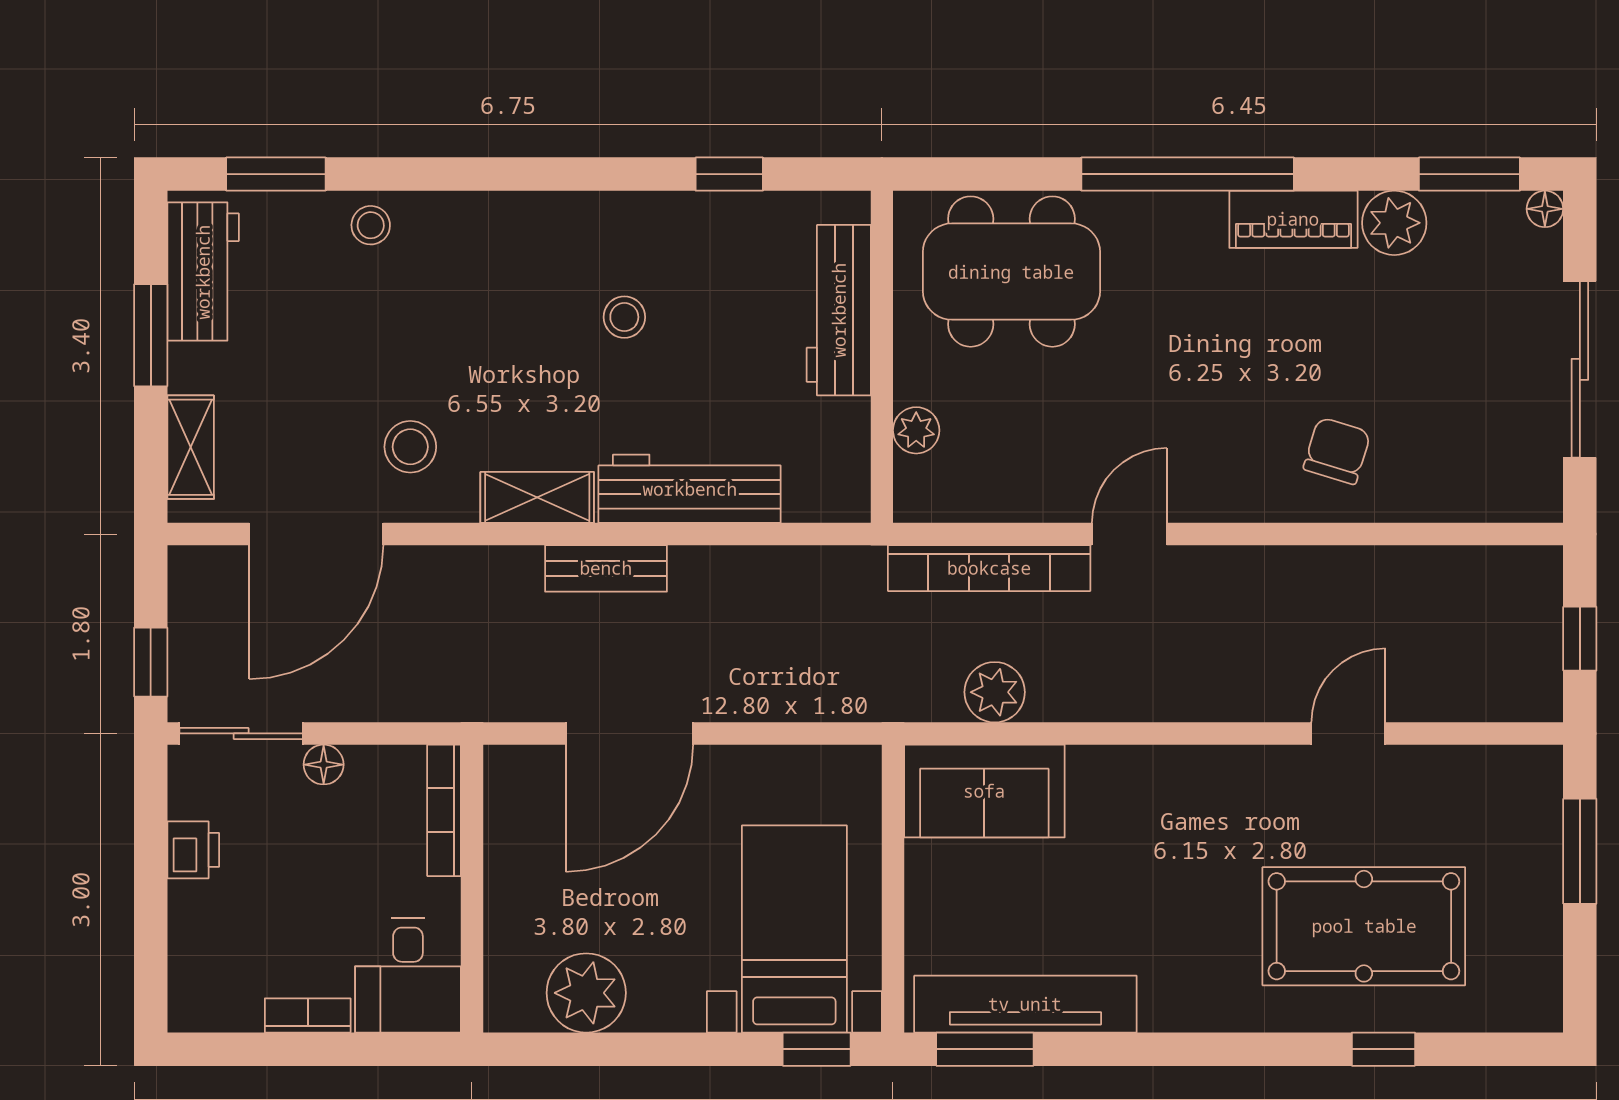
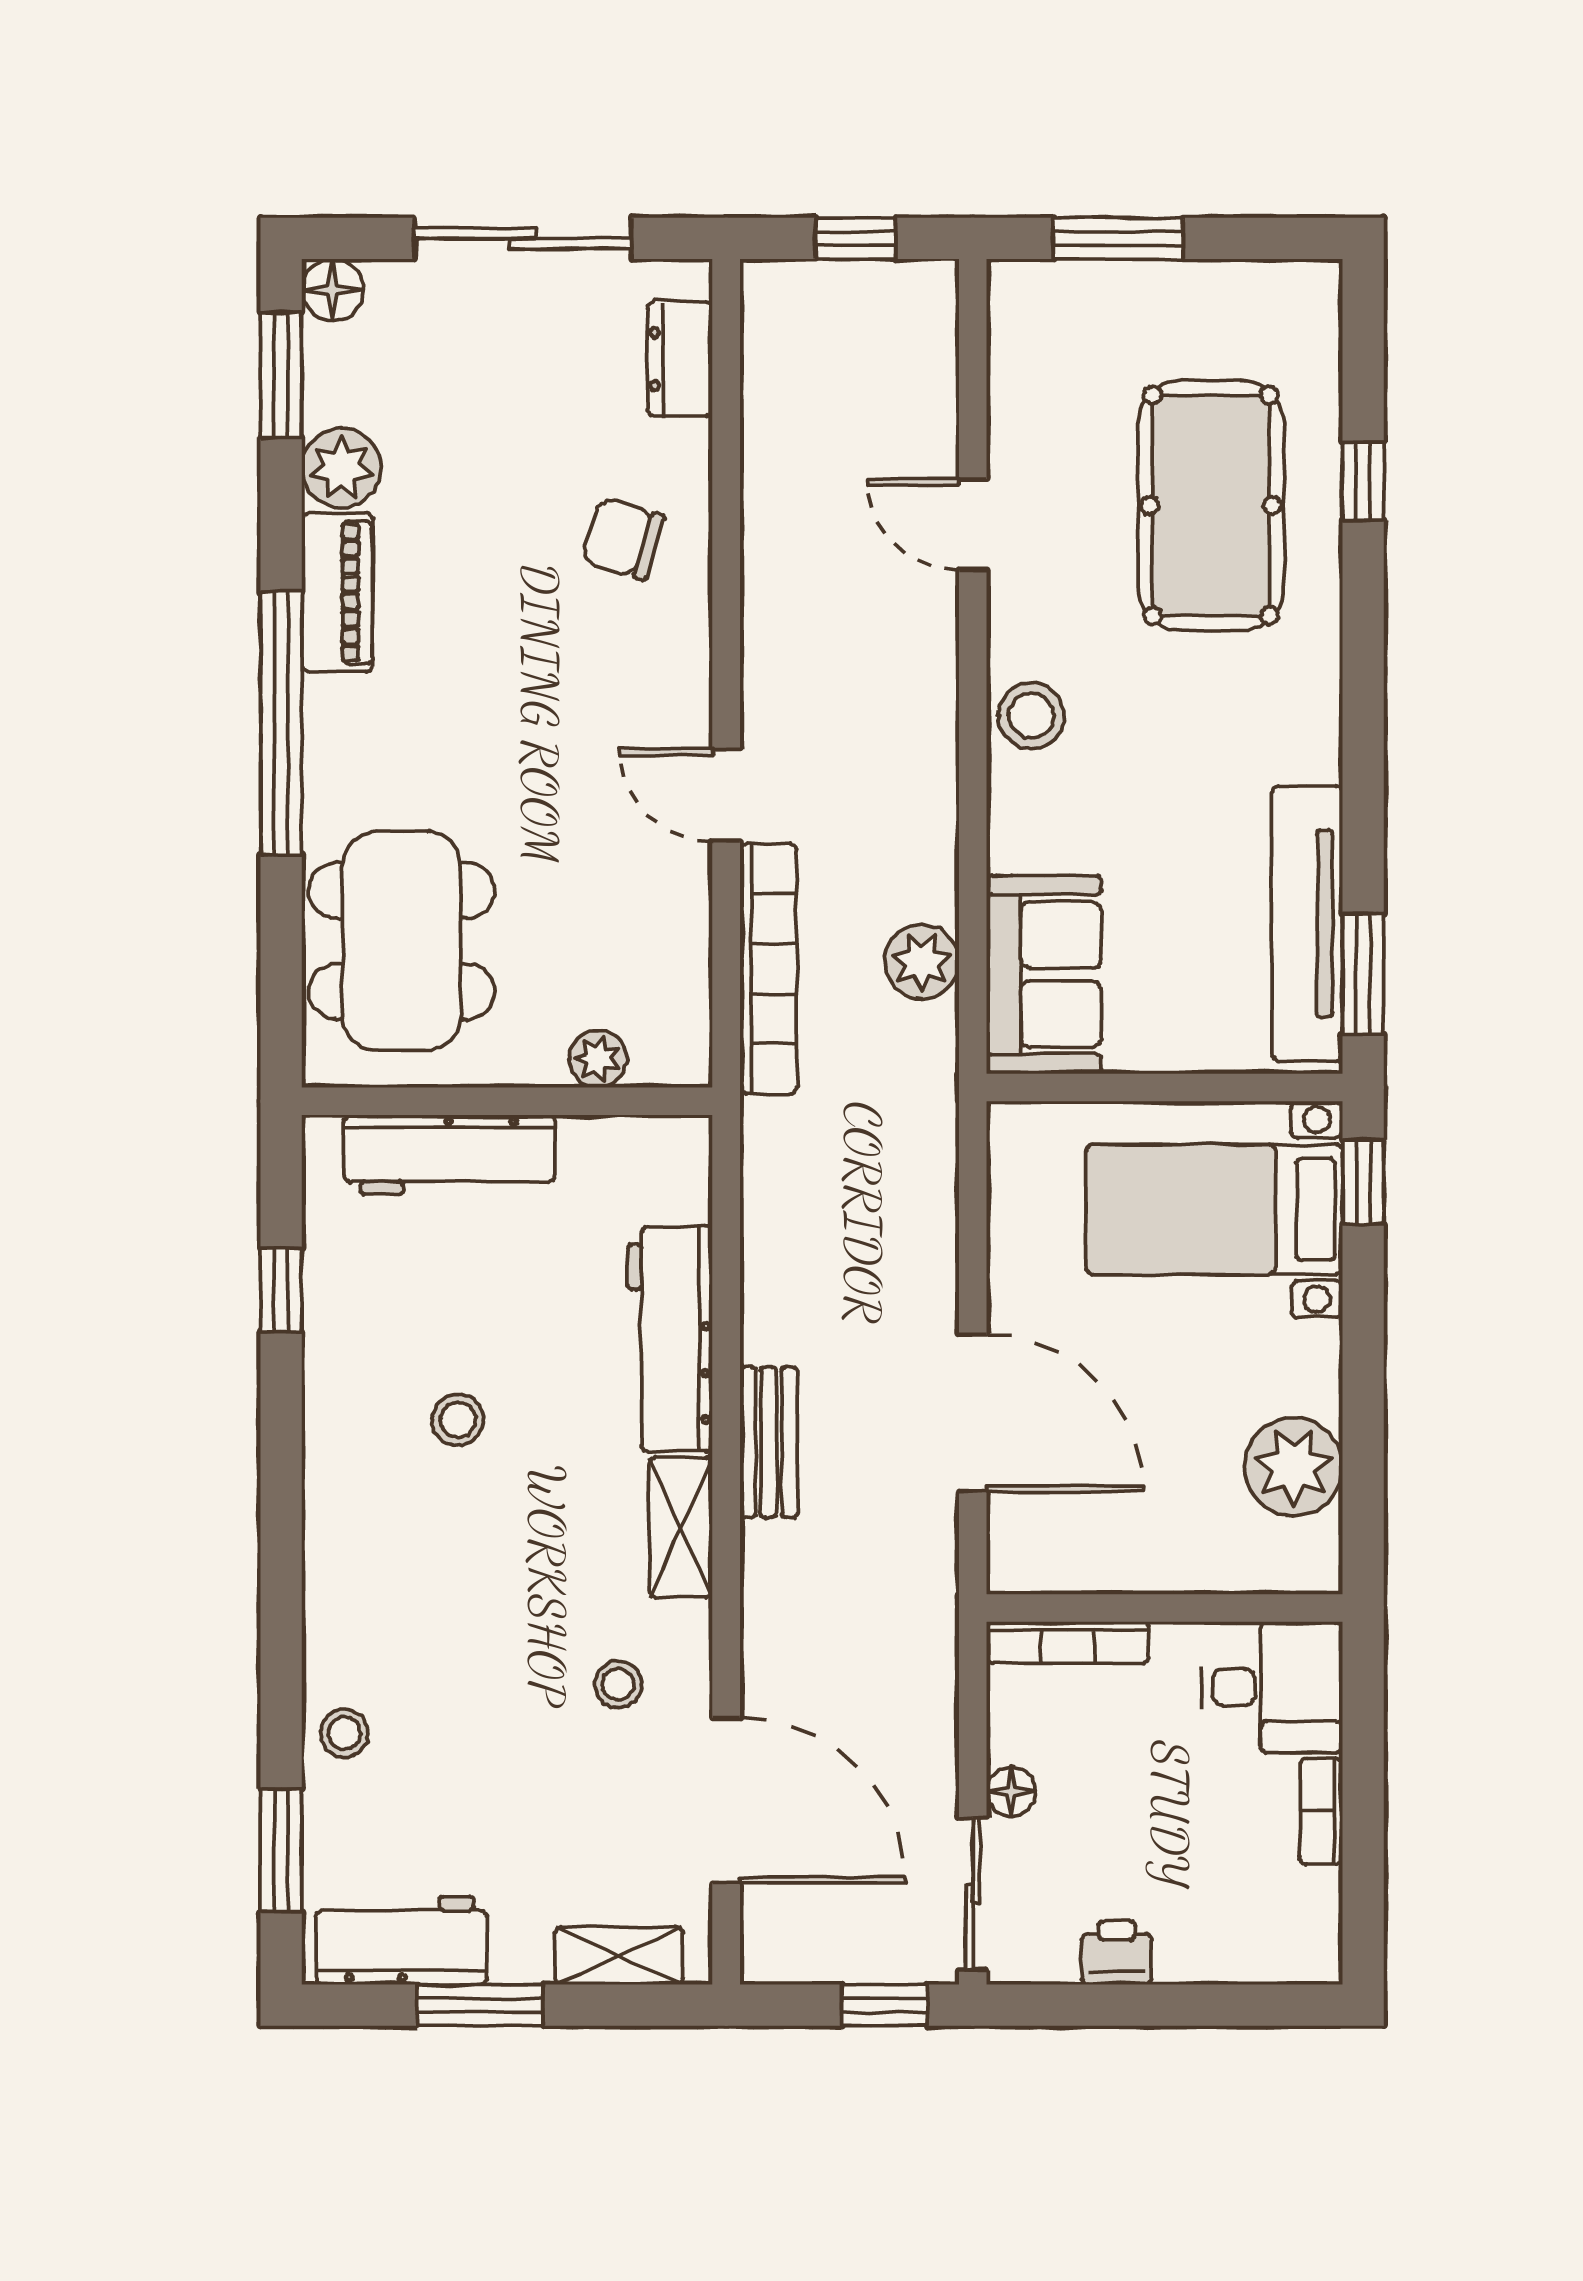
floor lamp: (1545, 209) -> (333, 290), width x1.37, depth x1.37
stool: (410, 447) -> (618, 1684), width x0.73, depth x0.73
dresser: (1482, 497) -> (680, 359), added
stool: (1194, 781) -> (1031, 716), added

